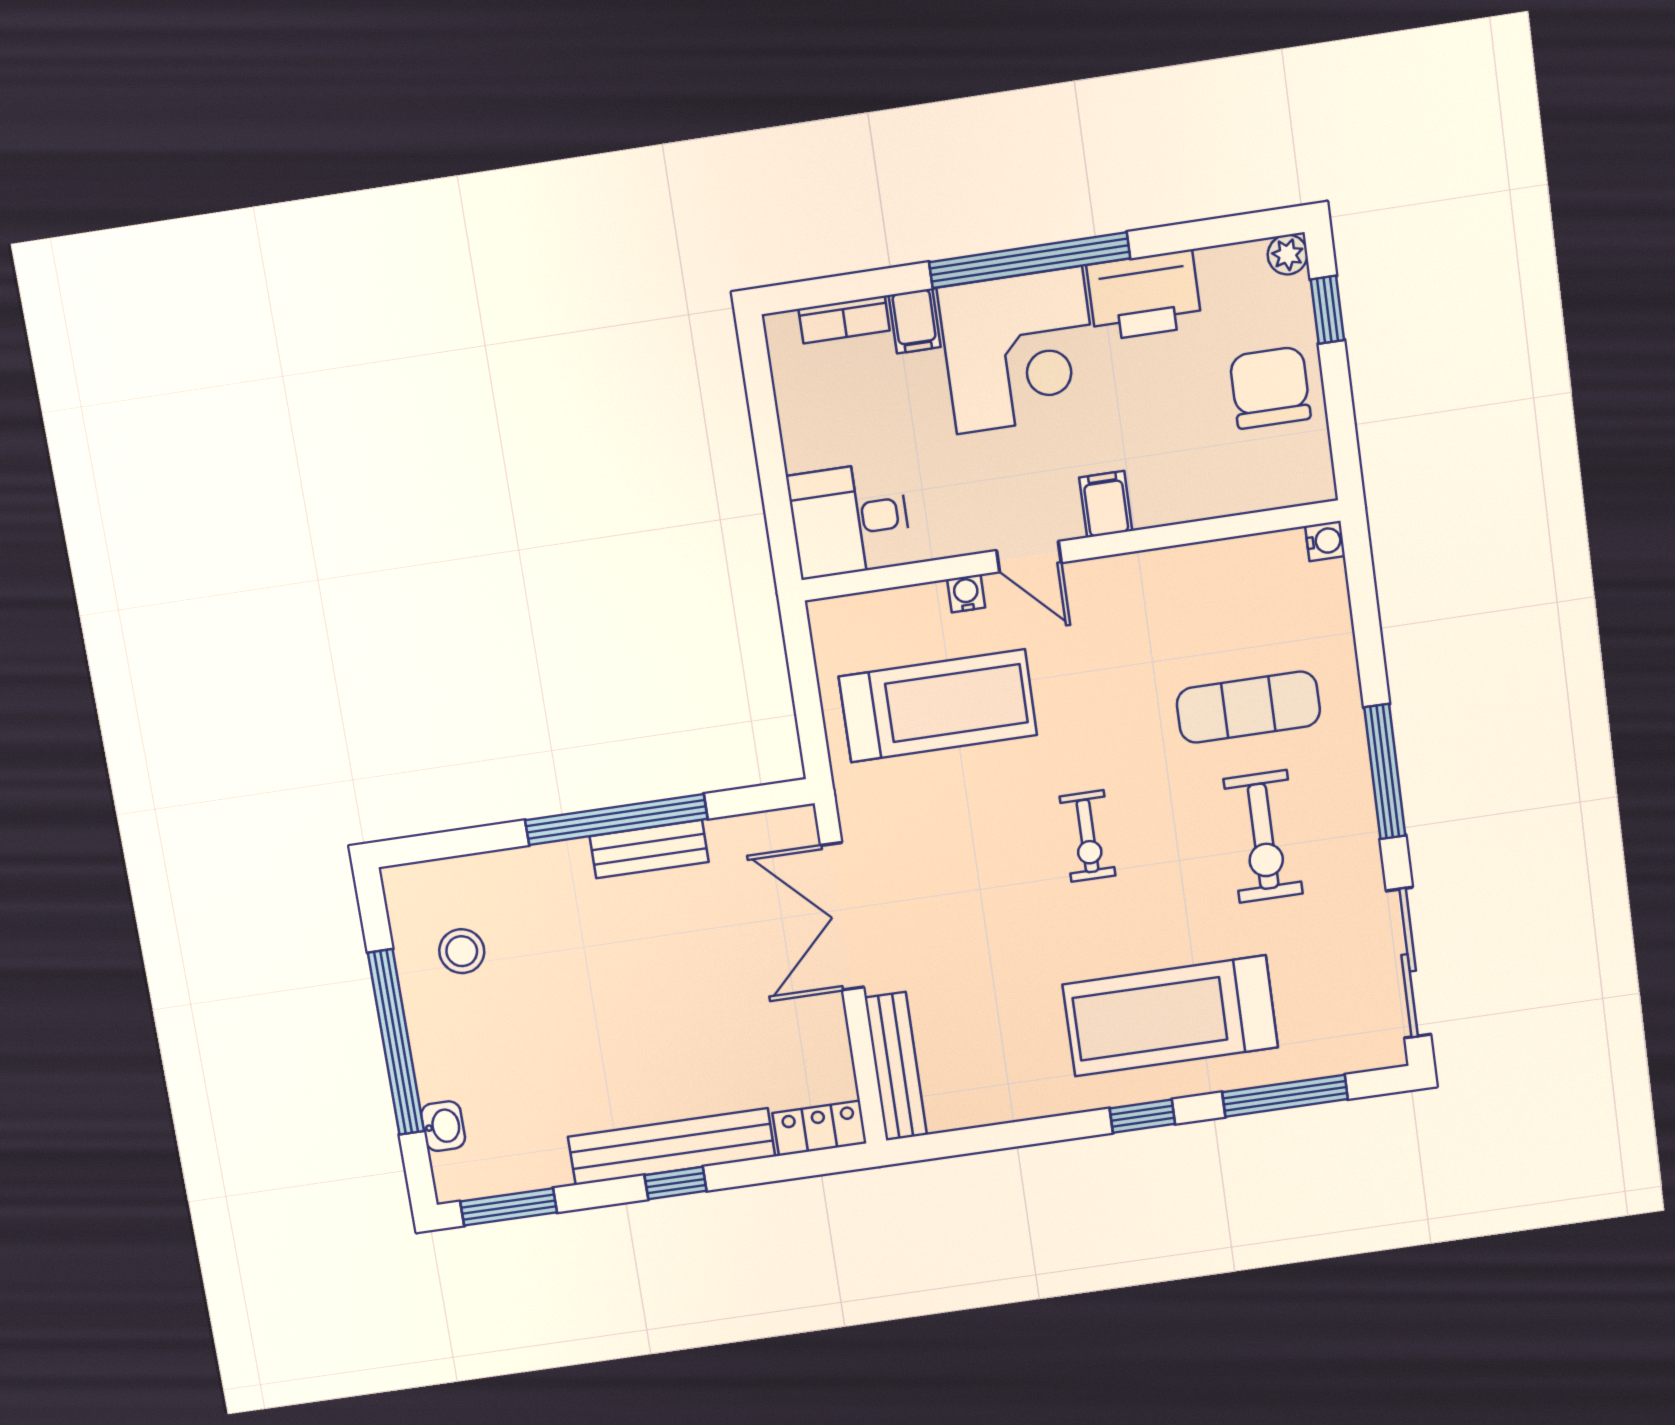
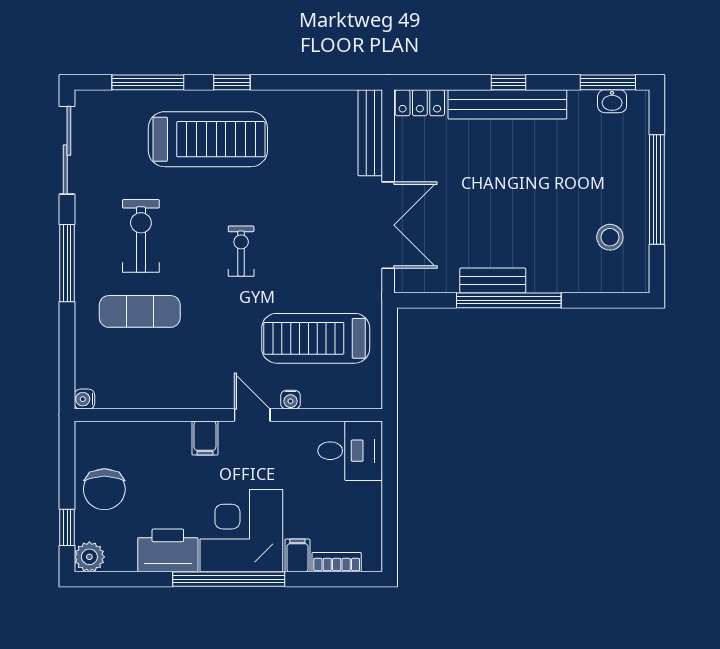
plant: (1288, 255) -> (89, 557), width x1.38, depth x1.38
washbasin: (443, 1126) -> (612, 101), moved, turned -90

